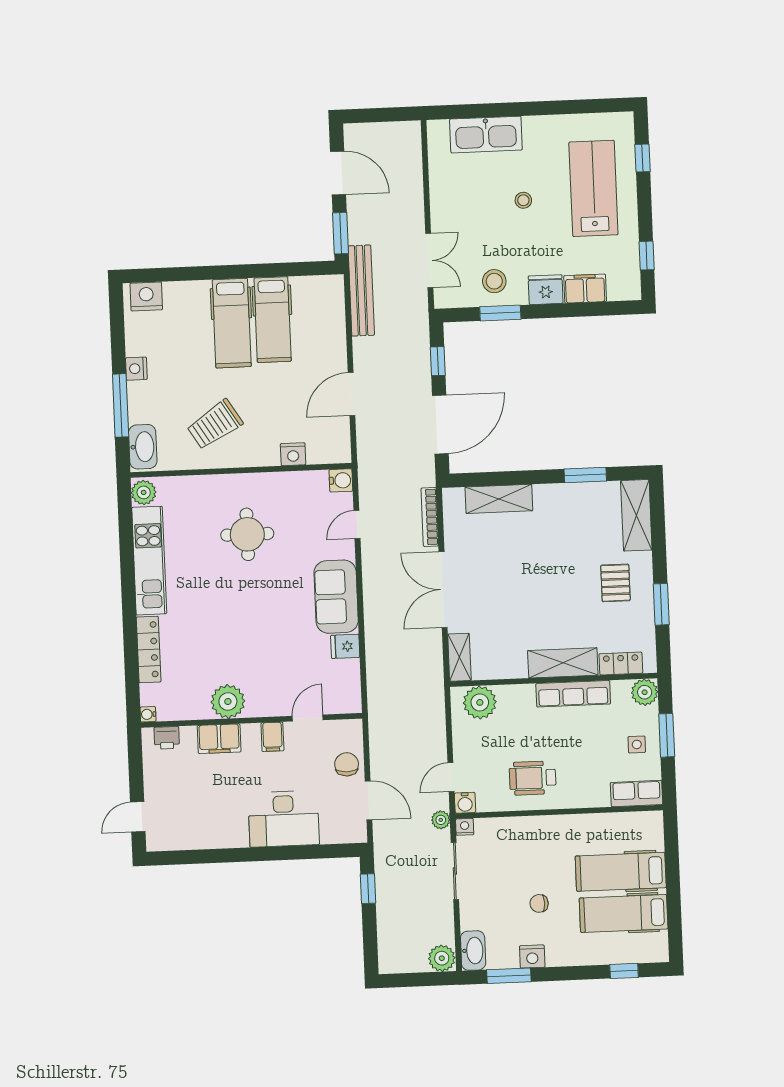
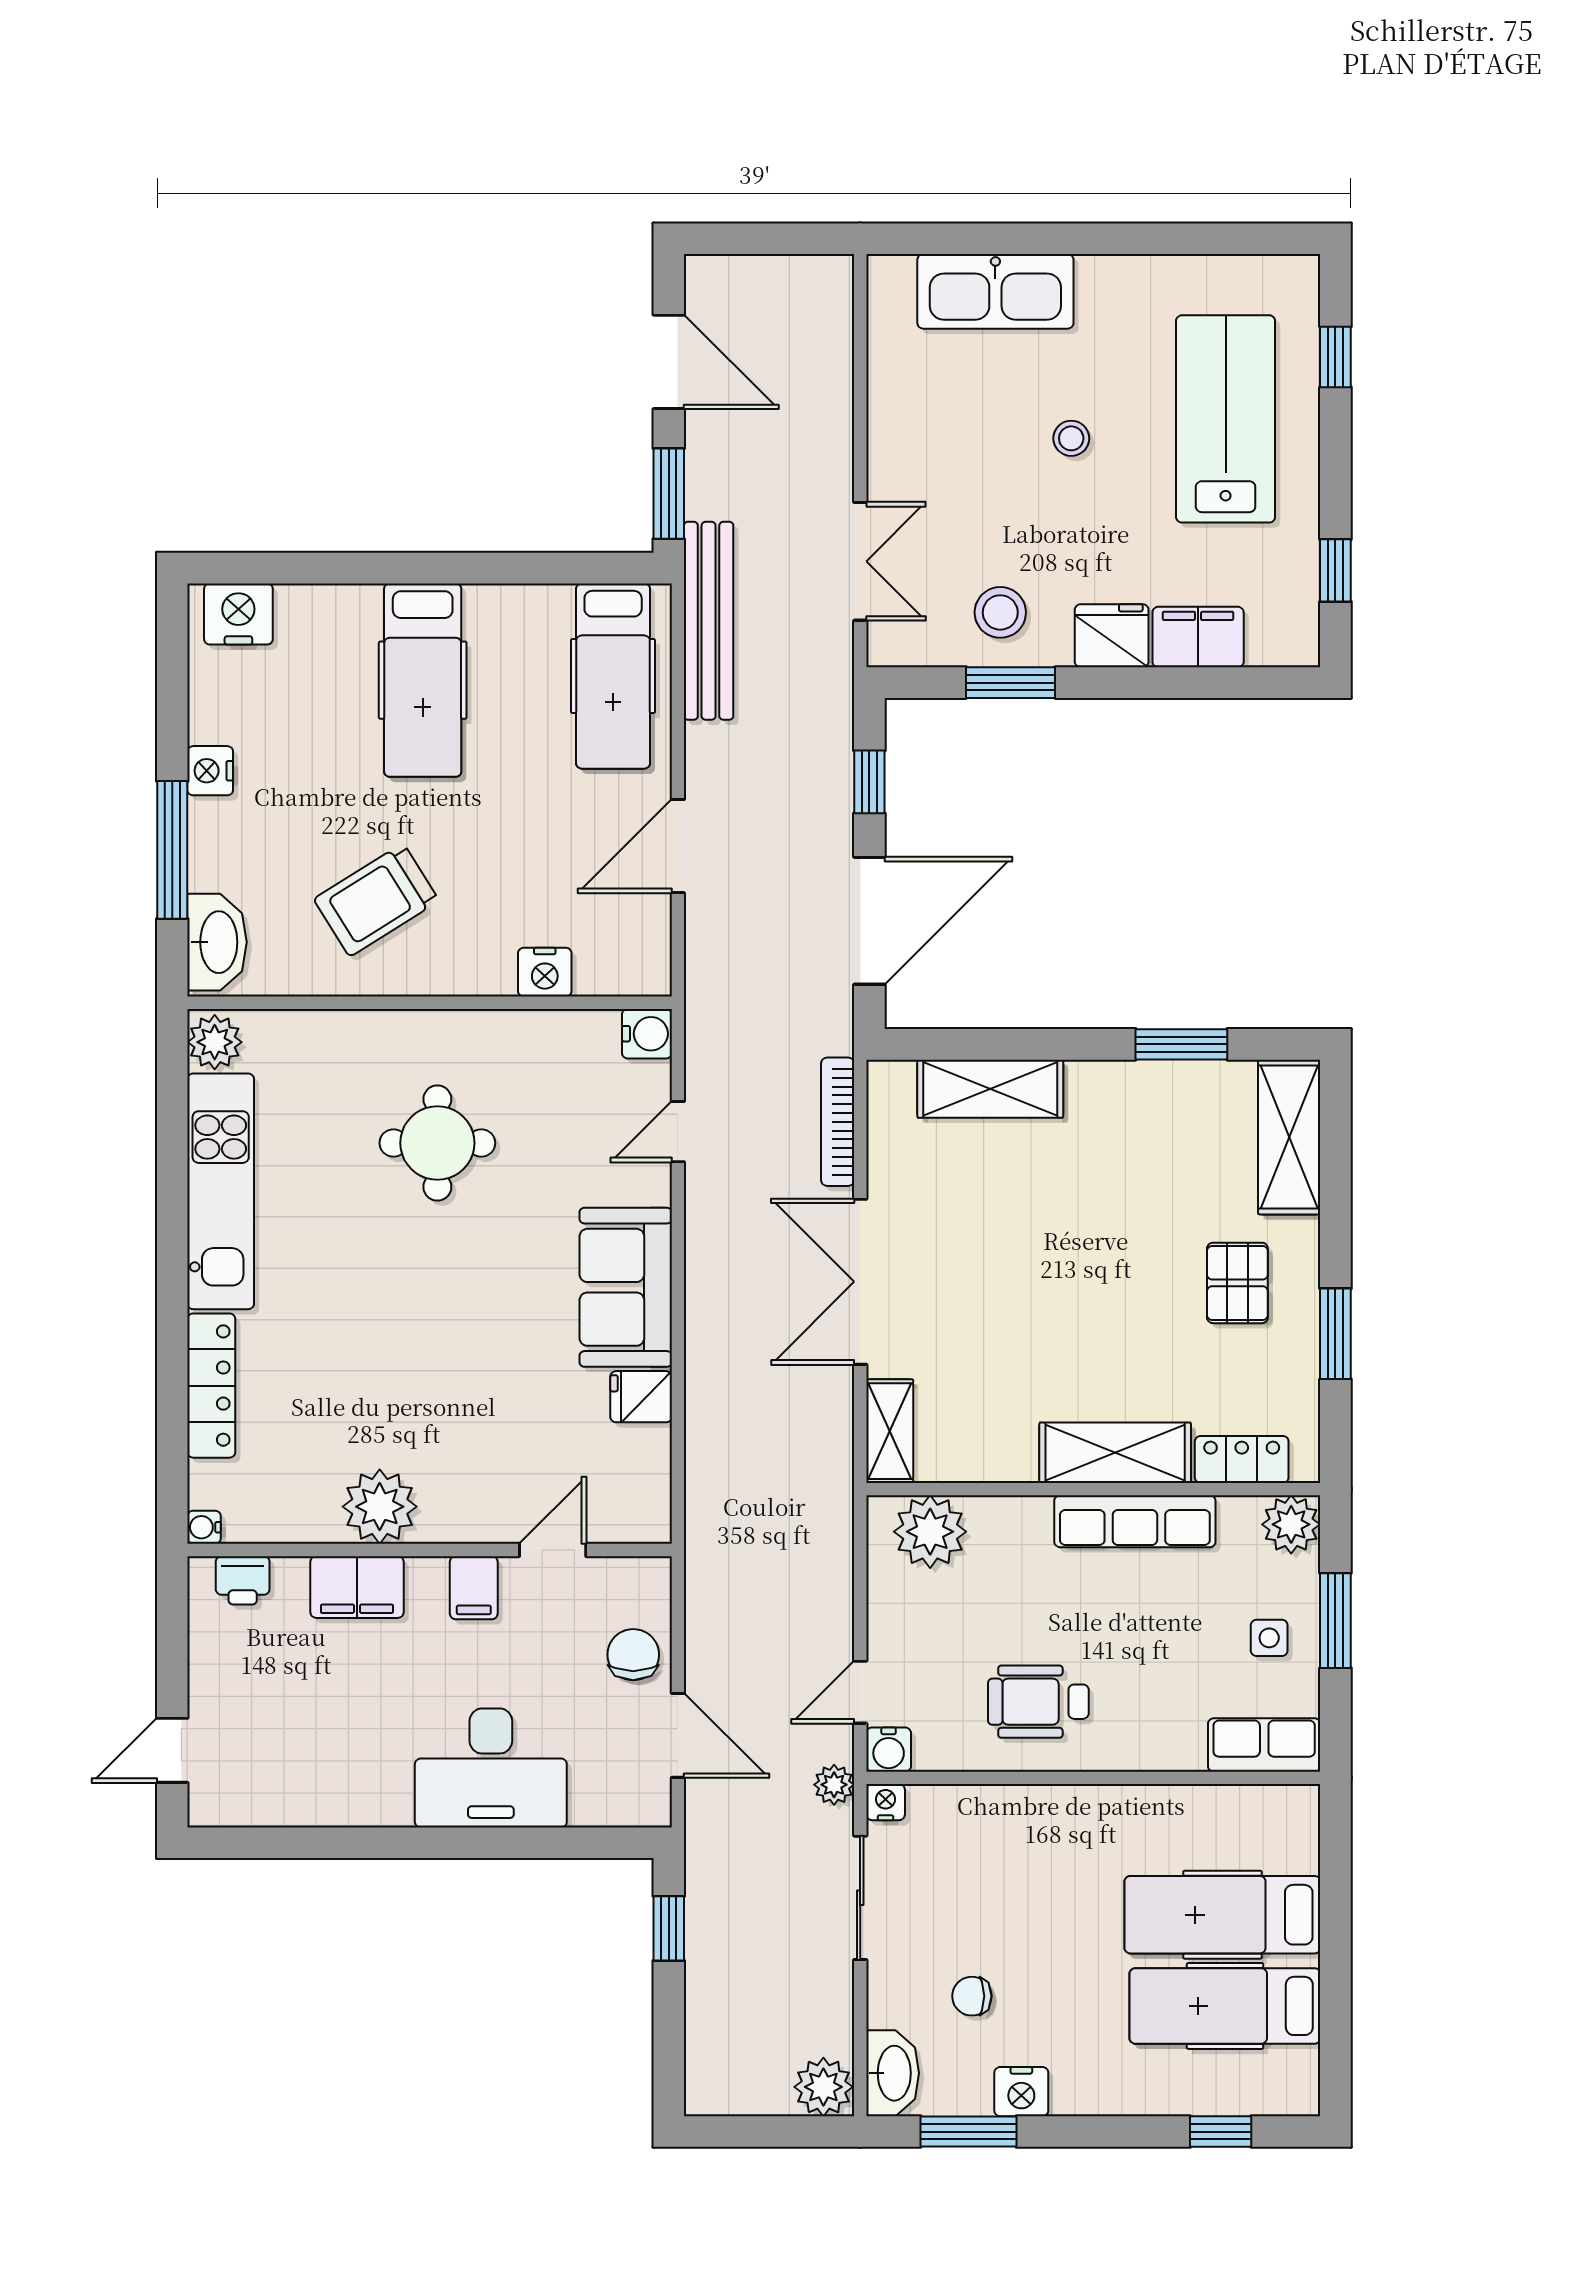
hospital bed: (273, 320) -> (613, 676), moved
chair: (539, 903) -> (972, 1996), moved

